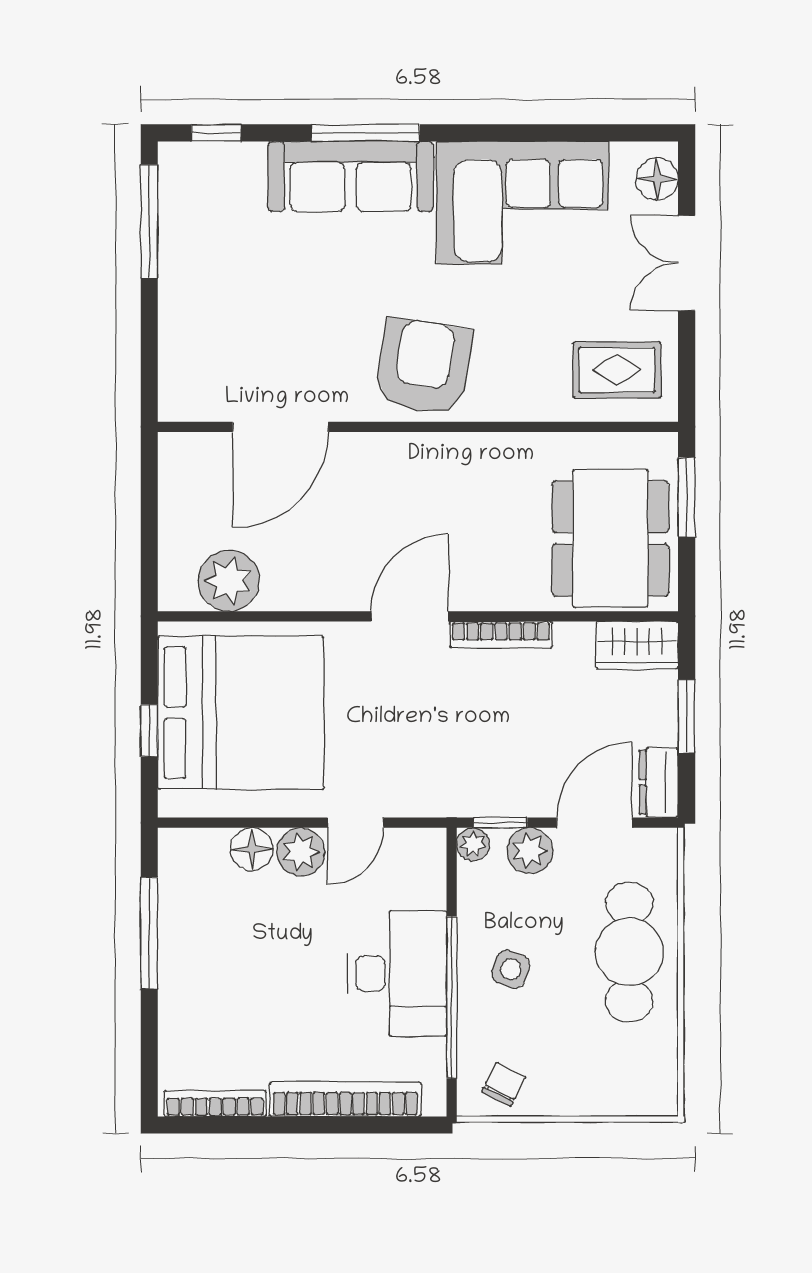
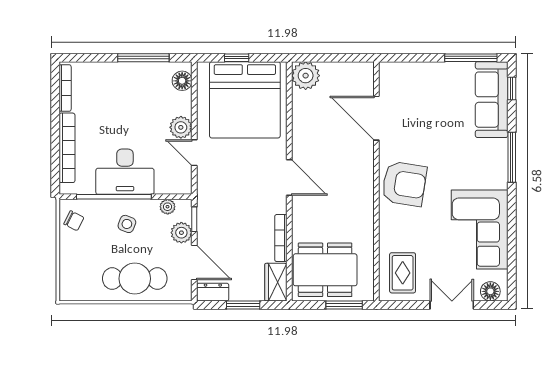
sofa: (351, 176) -> (492, 100), moved
plant: (229, 581) -> (306, 76), moved
bookcase: (501, 635) -> (281, 238), moved
plant: (473, 844) -> (168, 207), moved
floor lamp: (252, 849) -> (182, 81), moved

